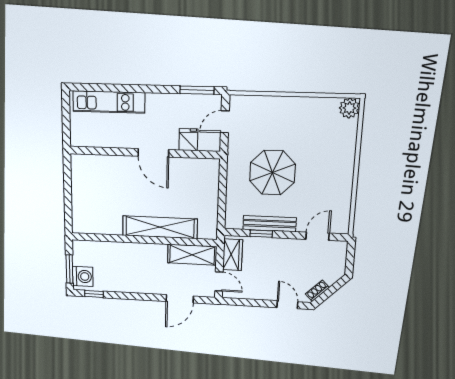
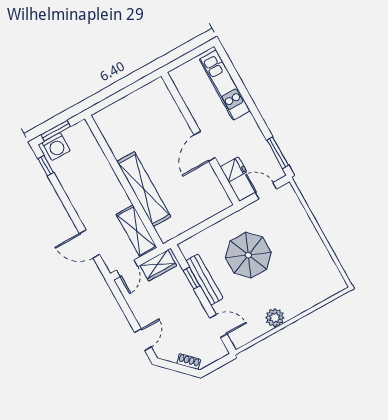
plant: (349, 108) -> (275, 318), moved
shoe rack: (317, 291) -> (189, 362), moved

